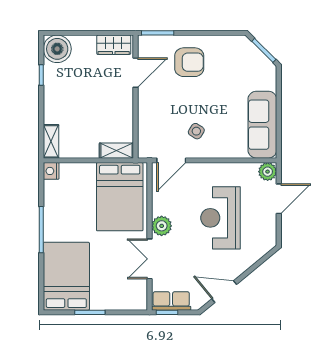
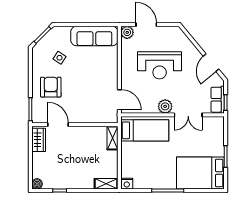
boiler: (57, 49) -> (37, 184), width x0.54, depth x0.54
side table: (196, 131) -> (60, 58), moved
bed: (120, 197) -> (145, 130), width x0.67

